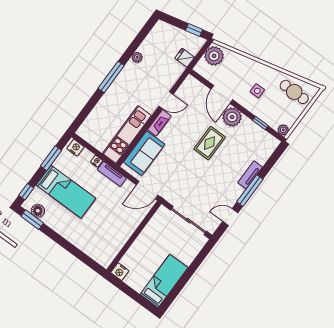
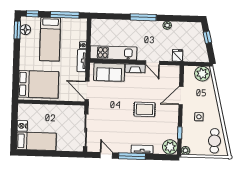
window: (194, 30) -> (207, 37), moved
fridge: (185, 58) -> (177, 55), moved
plant: (232, 117) -> (170, 147), moved
nightstand: (76, 148) -> (82, 26), removed
window: (51, 158) -> (65, 15), width x1.44
bed: (105, 237) -> (38, 84), added
nightstand: (120, 272) -> (22, 126), moved

